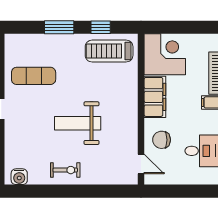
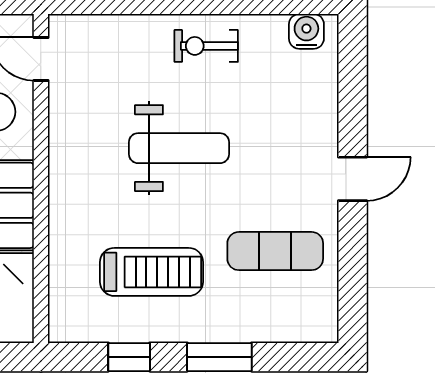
treadmill: (109, 51) -> (152, 272), moved

